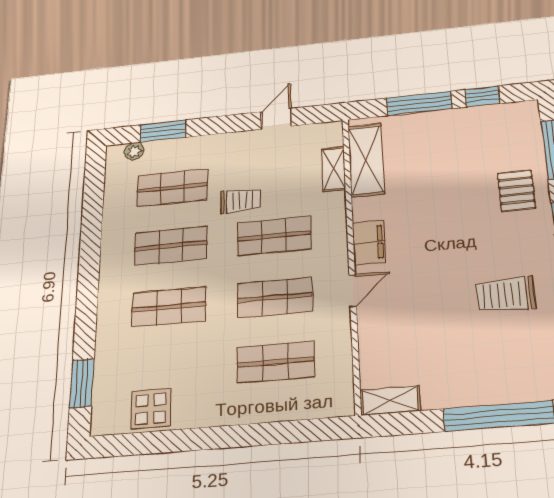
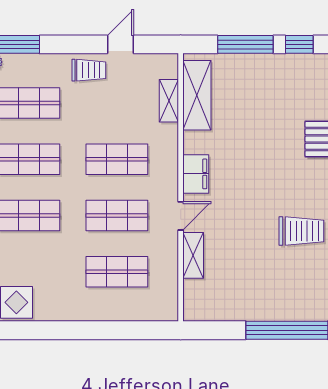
trolley: (240, 201) -> (89, 70), moved
trolley: (506, 295) -> (301, 231), turned 180
shelving: (390, 400) -> (193, 255), moved, turned 90

